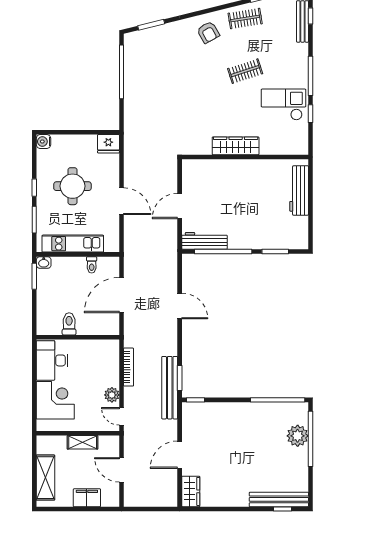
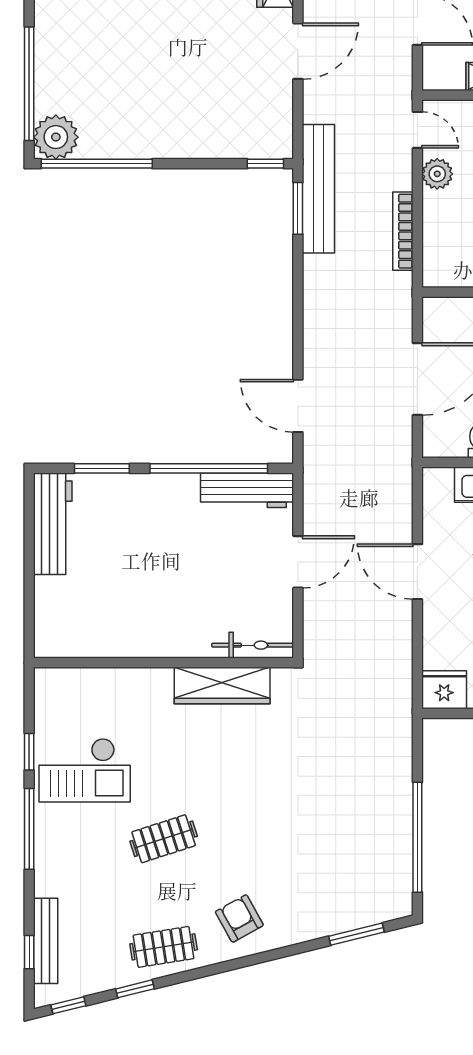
wardrobe: (236, 146) -> (222, 685), moved
bicycle: (202, 165) -> (253, 645), added
workbench: (299, 190) -> (53, 524), moved
door: (180, 306) -> (298, 406), moved
plant: (298, 436) -> (56, 137), moved

